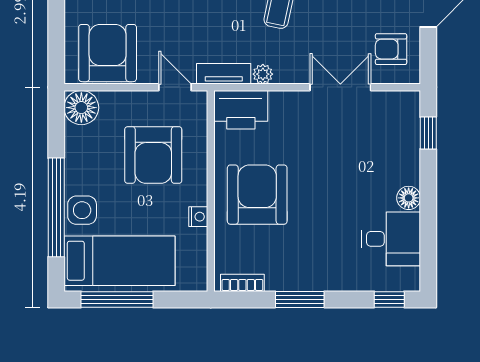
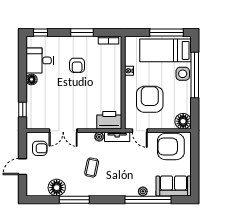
armchair: (108, 53) -> (171, 146), turned 90
armchair: (257, 195) -> (77, 65), moved, width x0.53, depth x0.53

